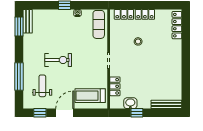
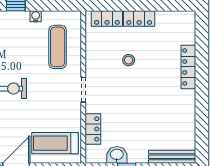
exercise mat: (99, 24) -> (58, 47), moved
locker: (177, 25) -> (188, 67), moved

